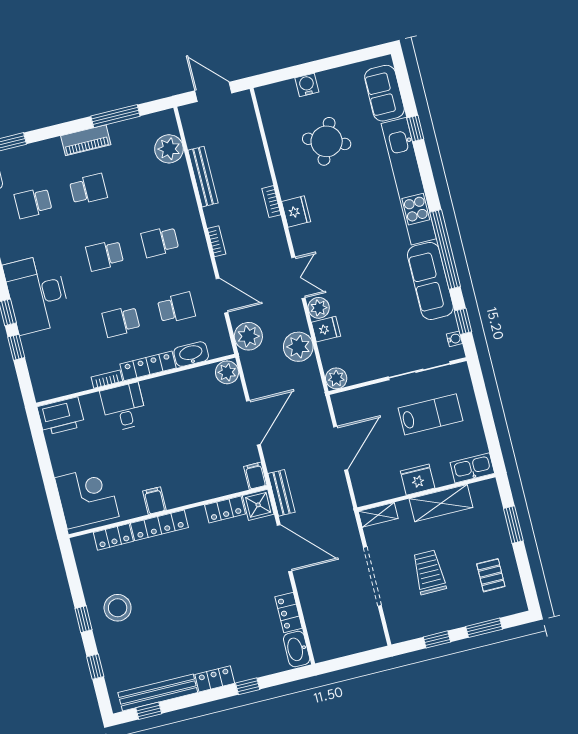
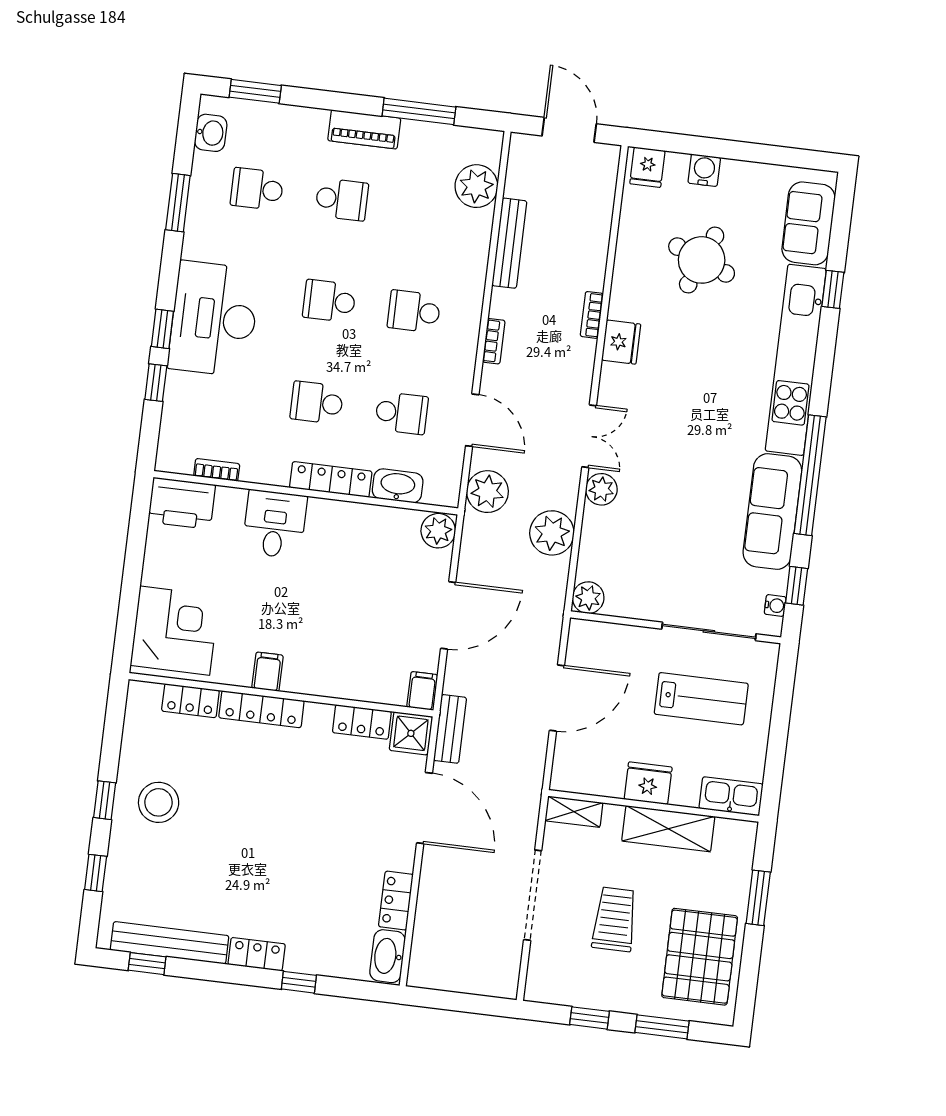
fridge: (326, 329) -> (647, 167), moved, turned 90
bookcase: (107, 379) -> (217, 470), moved
pallet: (491, 575) -> (700, 957), width x2.05, depth x2.00

